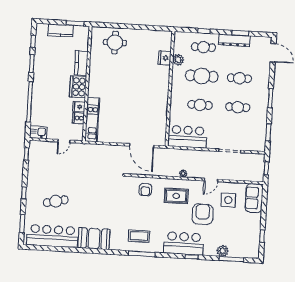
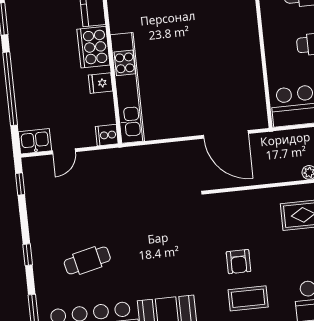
cooker: (78, 118) -> (107, 135), moved
kitchen unit: (92, 120) -> (127, 88), width x1.36
door: (64, 141) -> (64, 151), moved
armchair: (145, 190) -> (239, 262), moved

